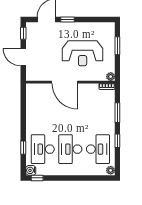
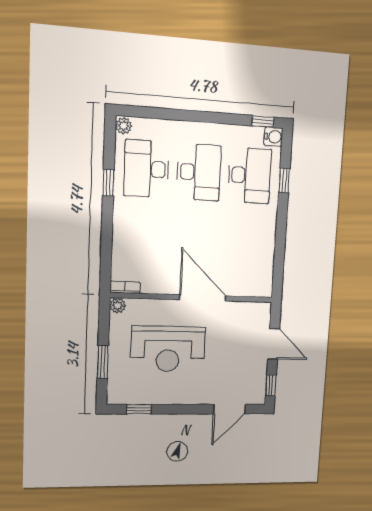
window: (67, 19) -> (139, 409), moved
reception desk: (83, 53) -> (168, 349), turned 180
window: (117, 113) -> (107, 237), removed

